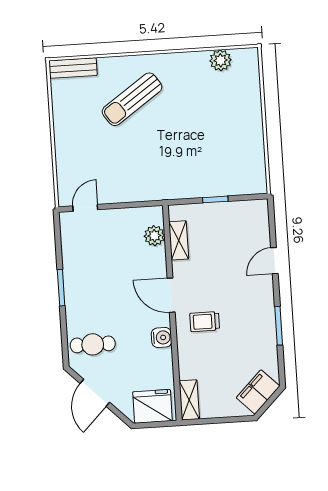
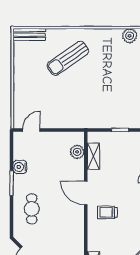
water cooler: (162, 338) -> (20, 167), moved, turned 180
cafe table: (93, 344) -> (32, 209), moved, turned 90

